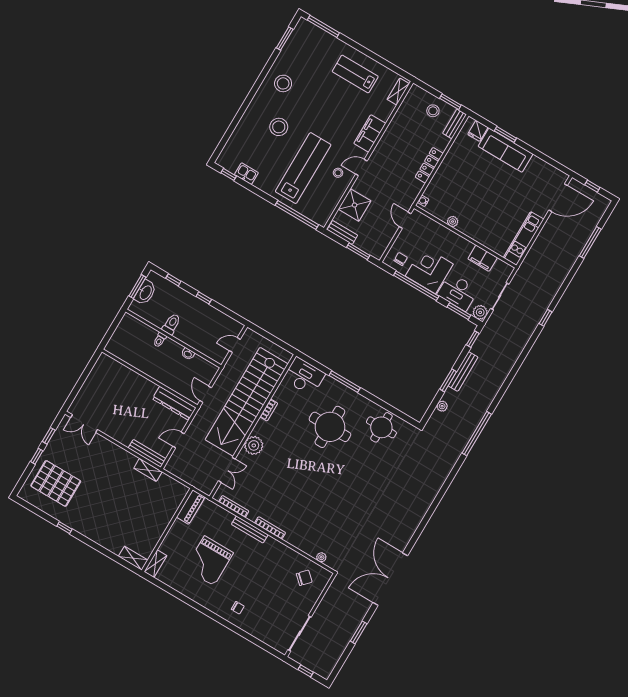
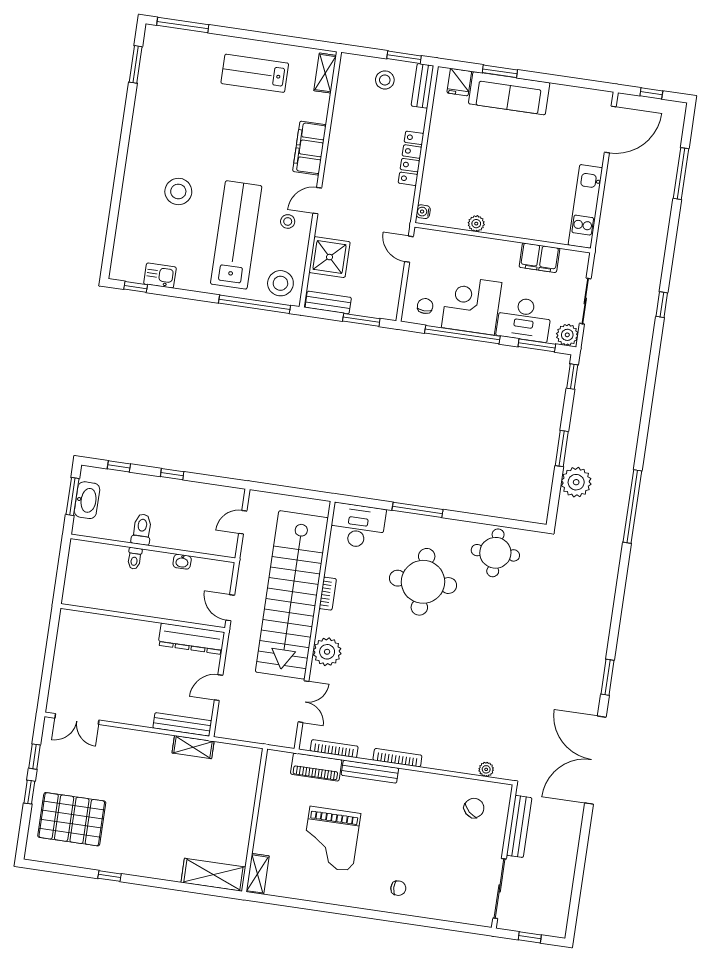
stool: (283, 83) -> (280, 283), moved
bench: (463, 372) -> (519, 826), moved
plant: (442, 406) -> (576, 482), width x1.88, depth x1.88
piano: (191, 507) -> (316, 767), moved, turned 90
shelving: (133, 558) -> (213, 875), width x1.50, depth x1.33
window: (359, 632) -> (607, 677), moved

